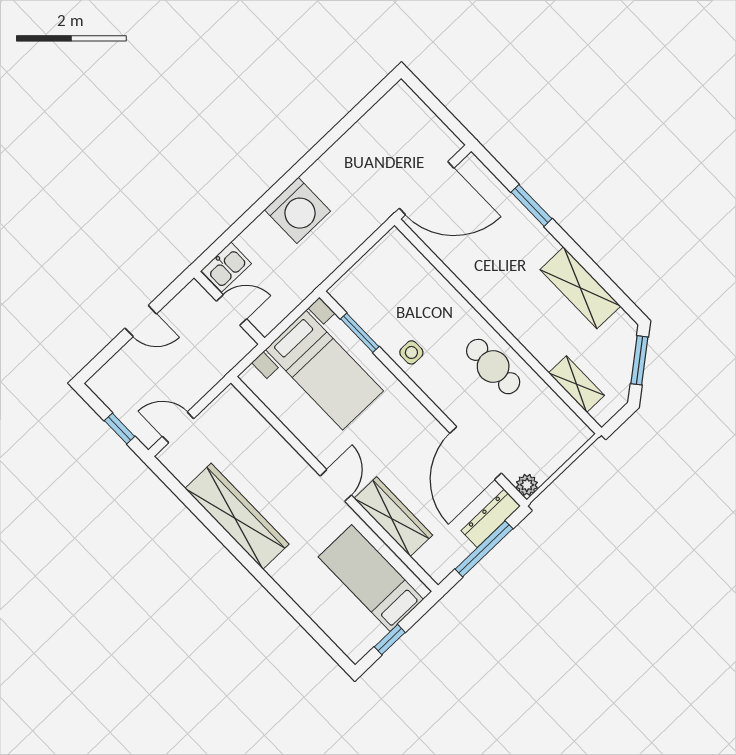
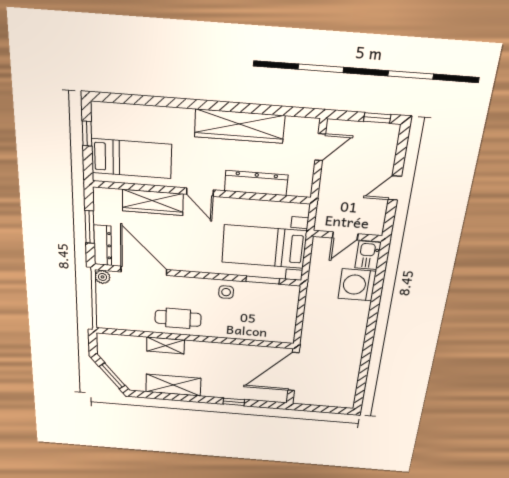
window: (531, 205) -> (234, 402), width x0.67
washing machine: (297, 210) -> (357, 285), moved
shelving: (576, 384) -> (166, 345), moved
window: (120, 428) -> (377, 118), moved
dresser: (272, 446) -> (256, 183), added
window: (484, 549) -> (90, 227), width x0.69

